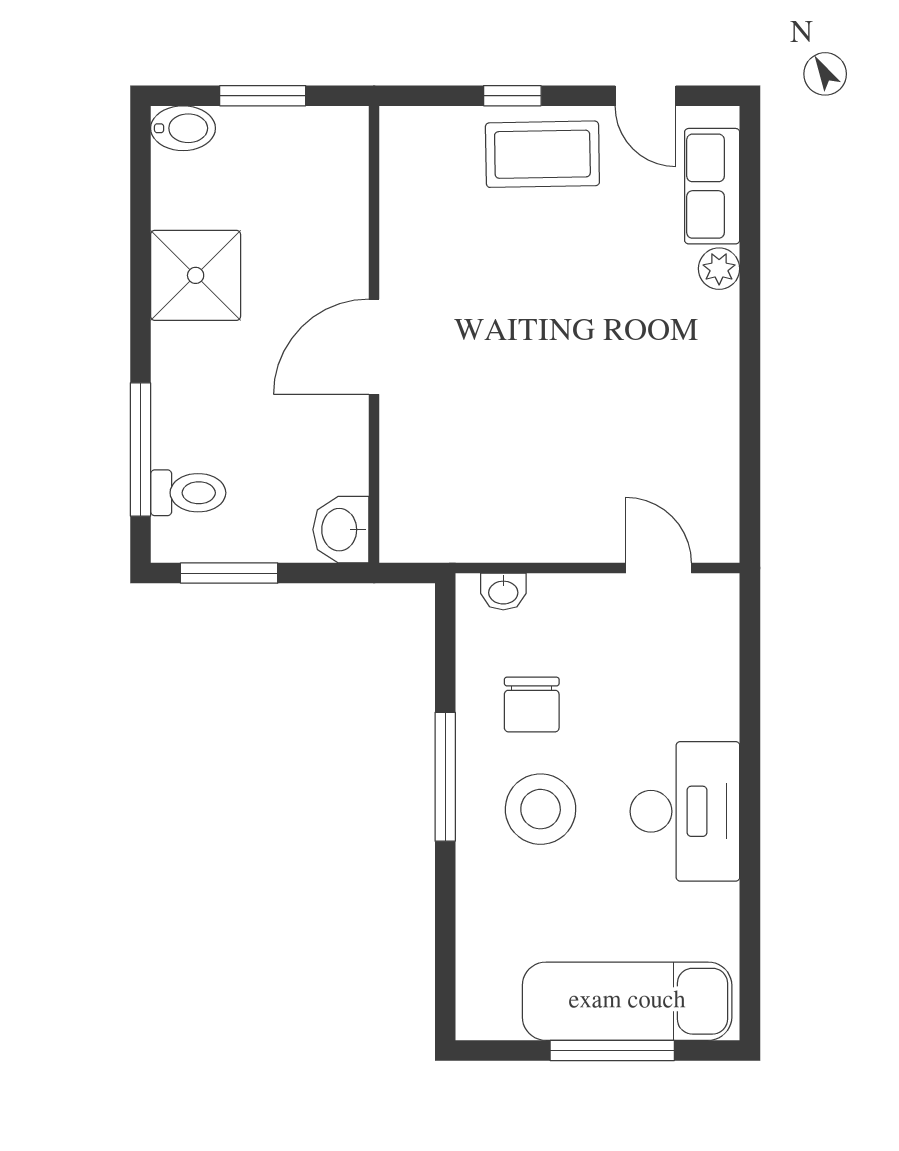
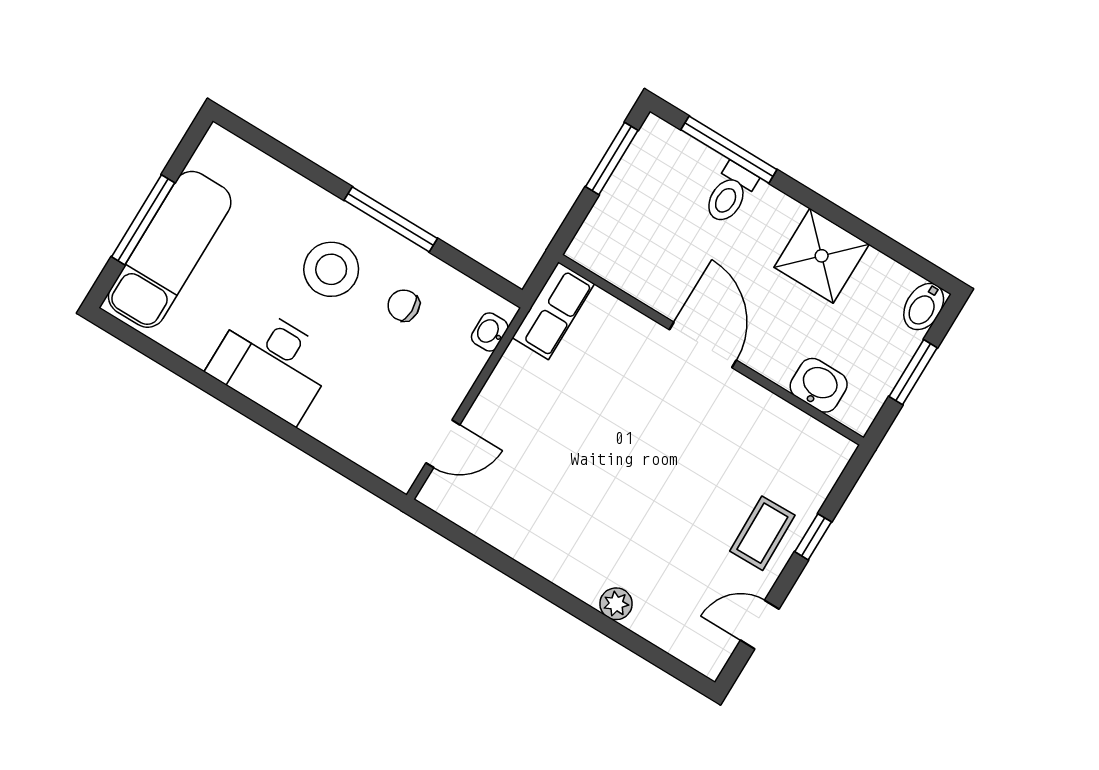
coffee table: (542, 154) -> (762, 533), width x0.73, depth x0.77
row of seats: (712, 186) -> (553, 311), moved, turned 90
toilet: (188, 493) -> (730, 193), moved
washbasin: (341, 530) -> (819, 385), moved
chair: (532, 705) -> (404, 305), width x0.73, depth x0.73

